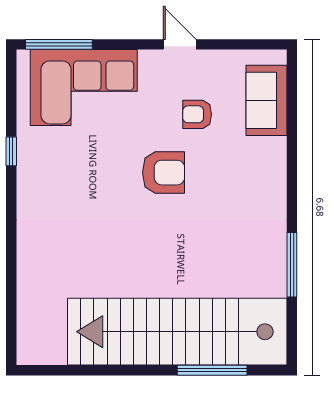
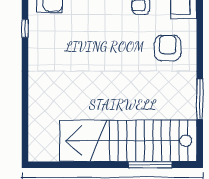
armchair: (164, 173) -> (168, 48), moved, turned -90

